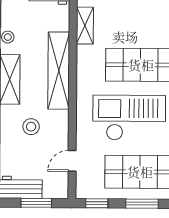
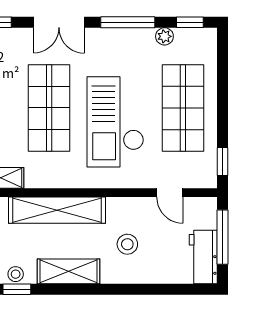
window: (36, 203) -> (223, 237), width x1.44
window: (142, 204) -> (223, 105), removed

